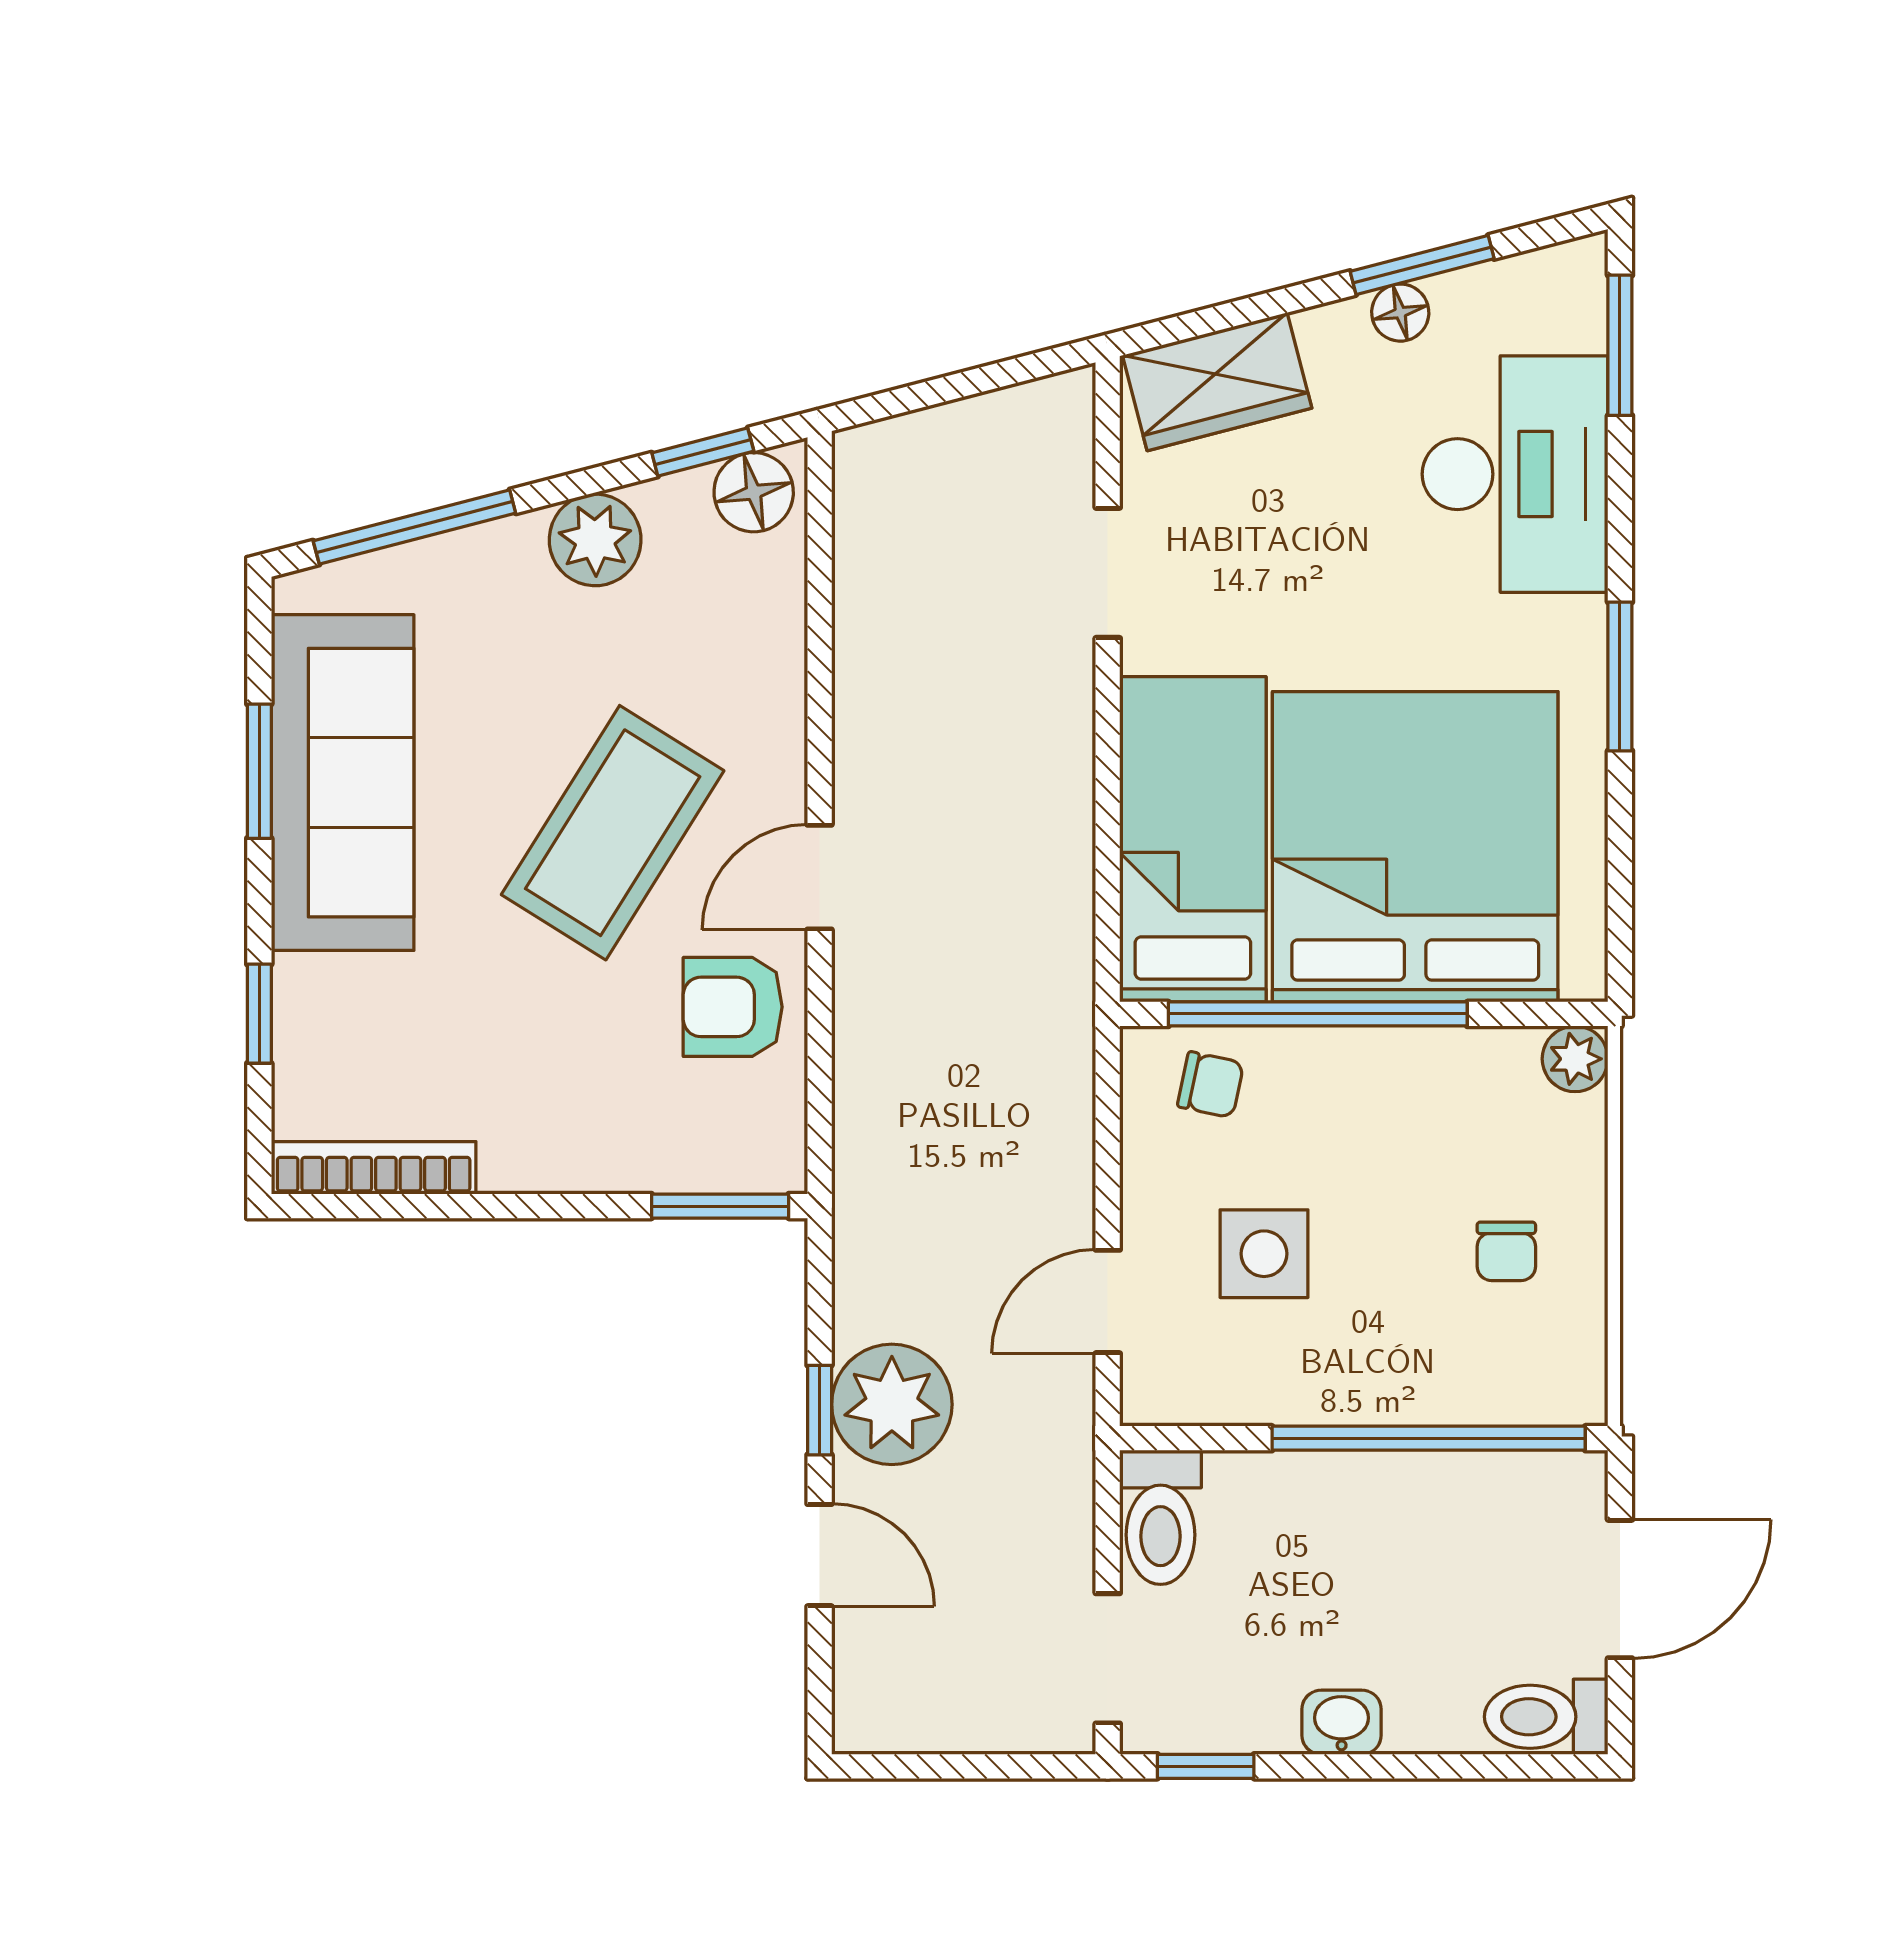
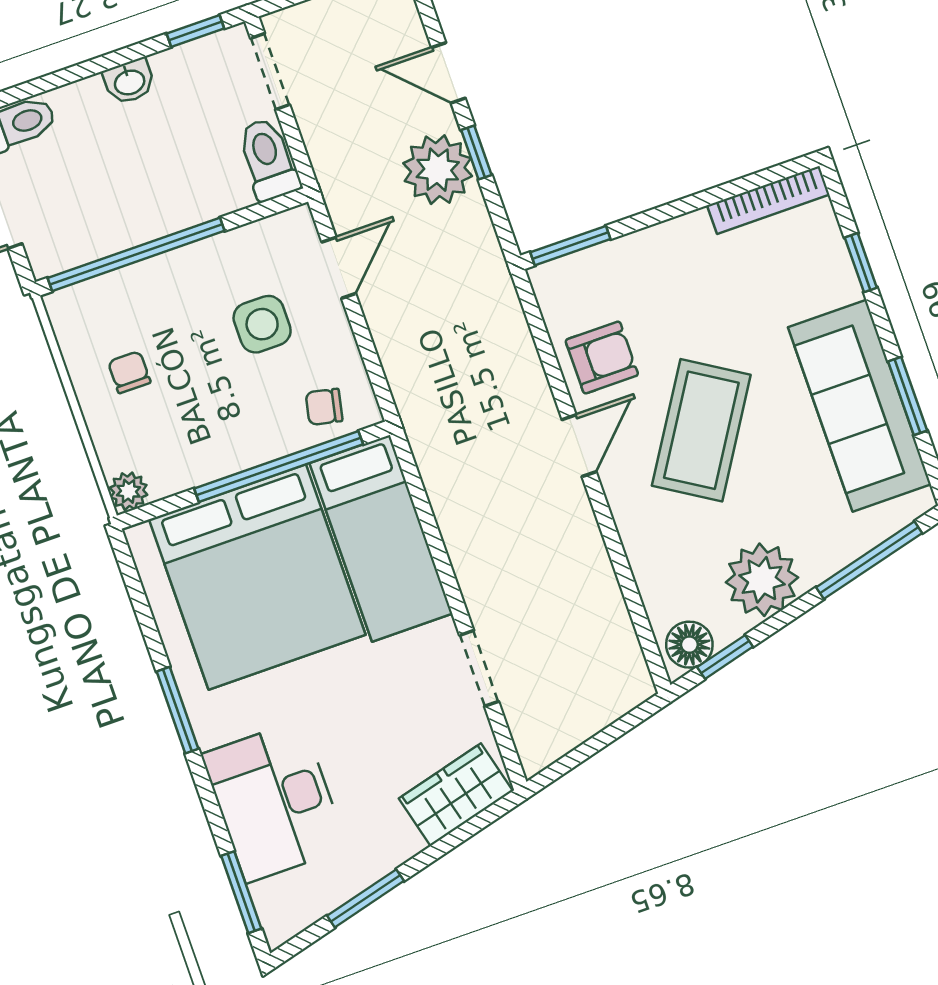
floor lamp: (1400, 313) -> (368, 868), removed
plant: (595, 540) -> (762, 580), width x1.36, depth x1.36

